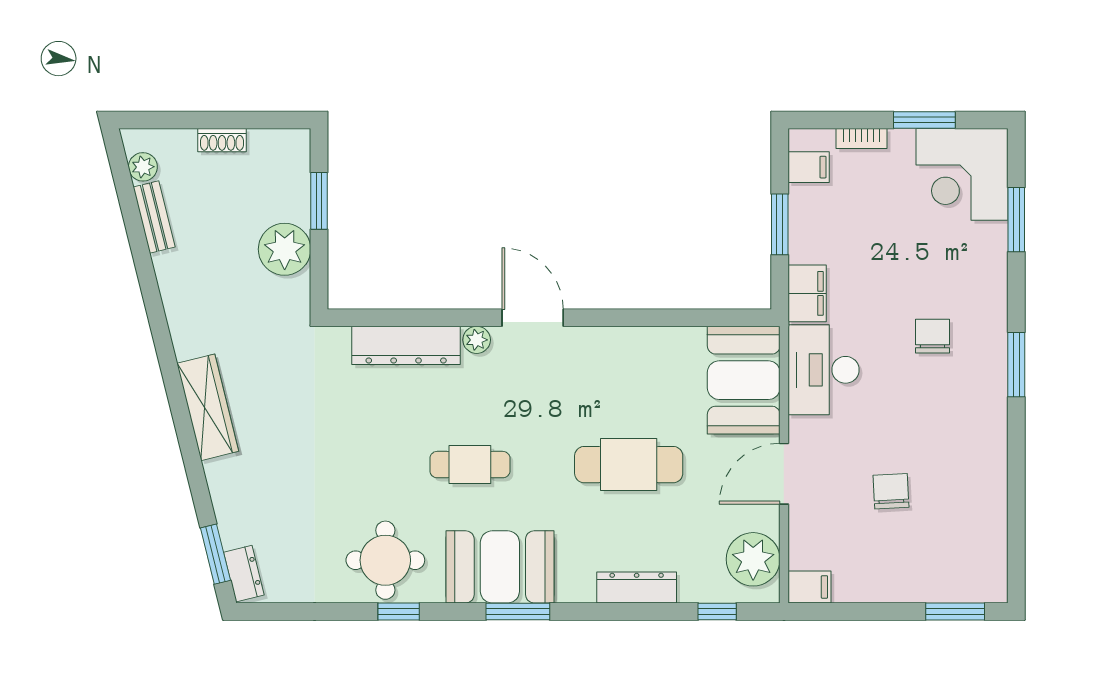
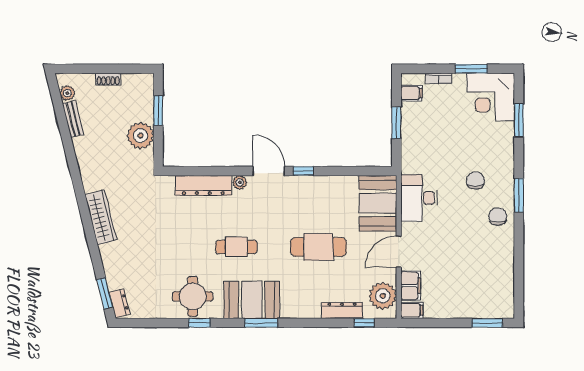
filing cabinet: (807, 293) -> (411, 286), moved
window: (600, 318) -> (303, 171), added
chair: (891, 491) -> (498, 216), moved
dresser: (637, 587) -> (342, 310), moved

